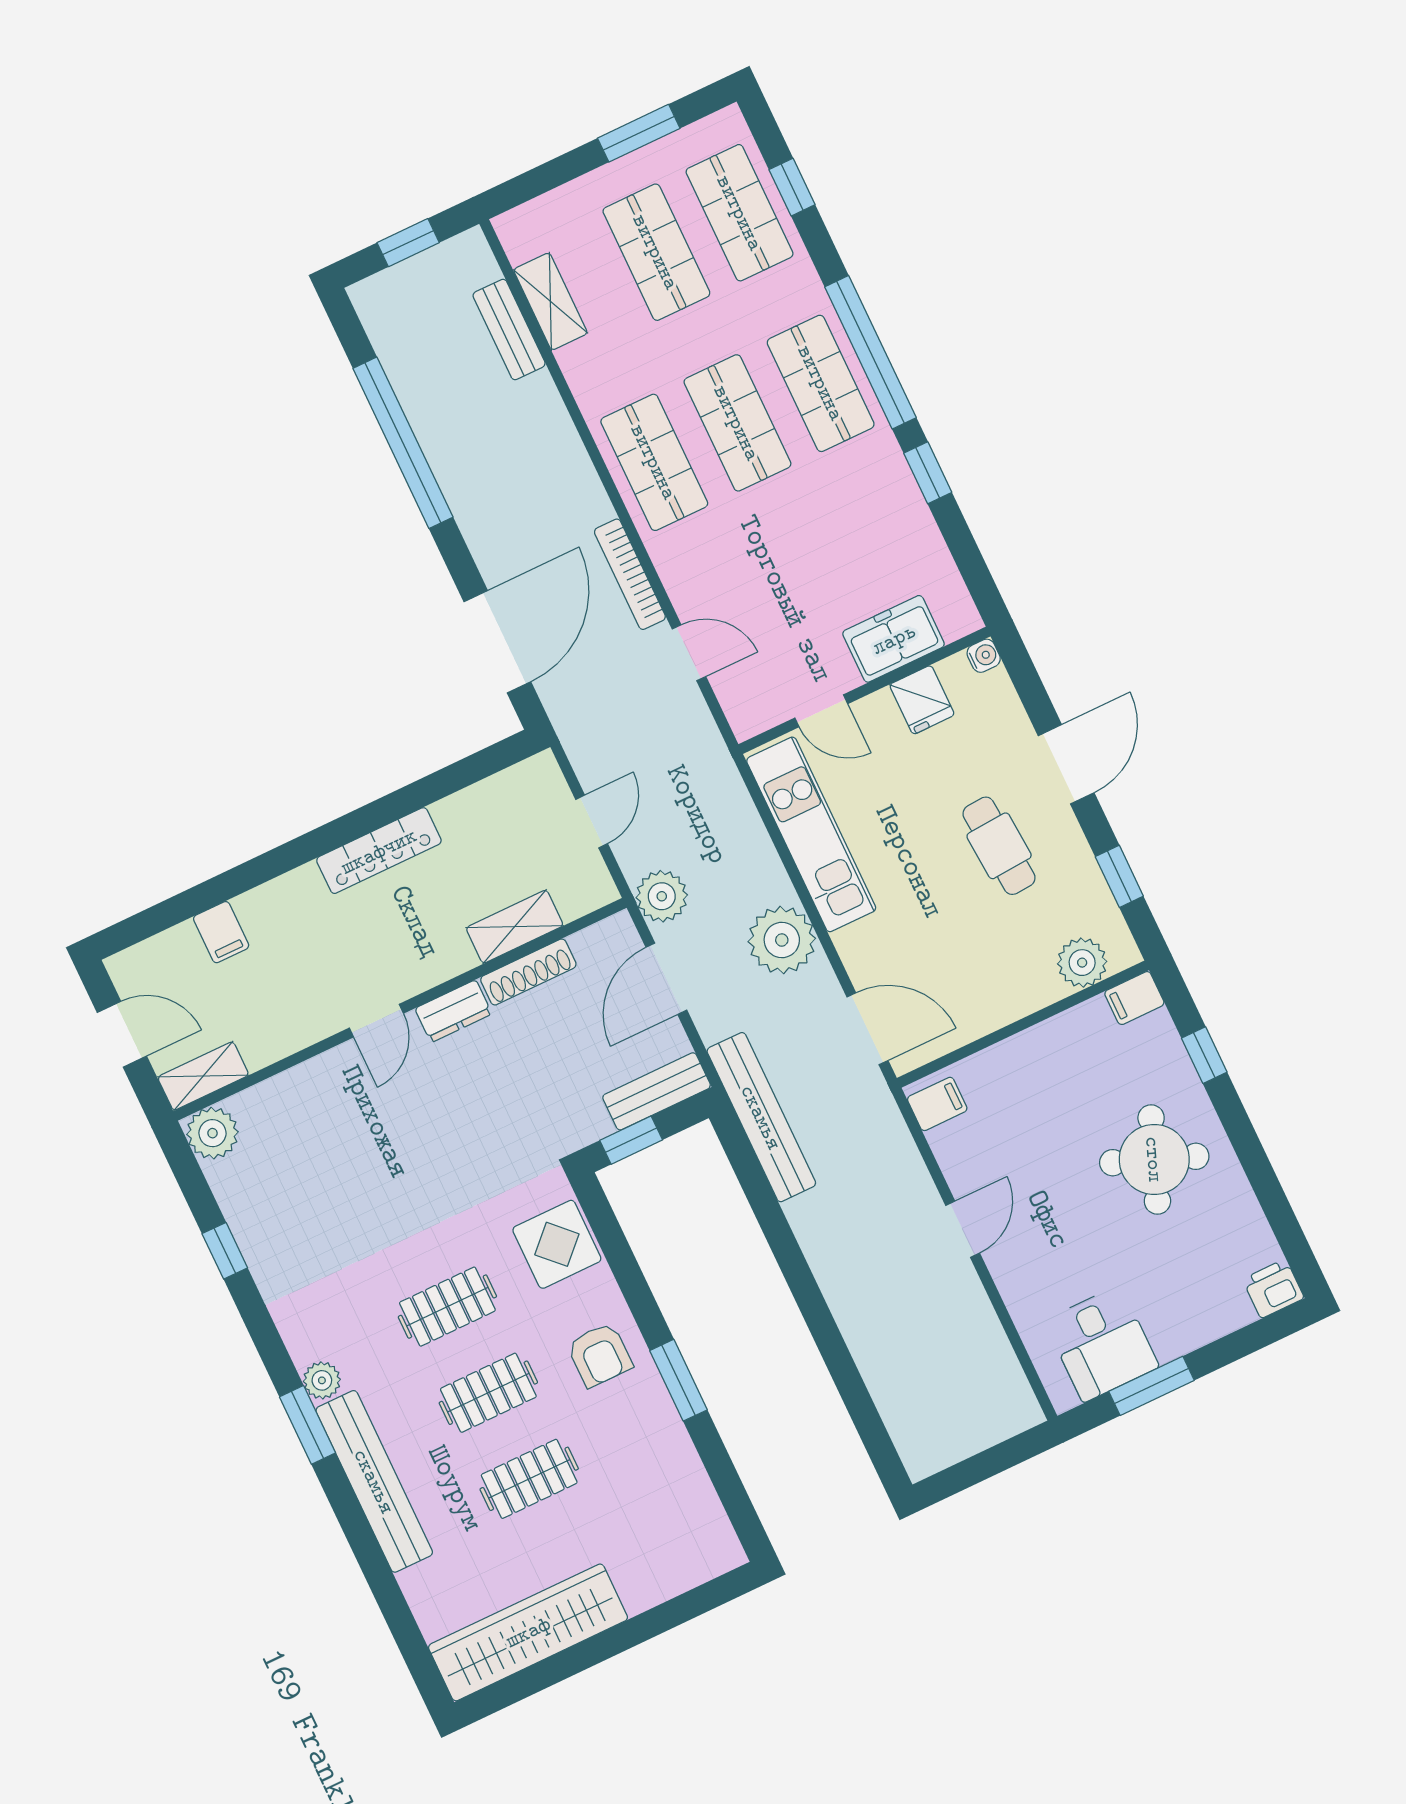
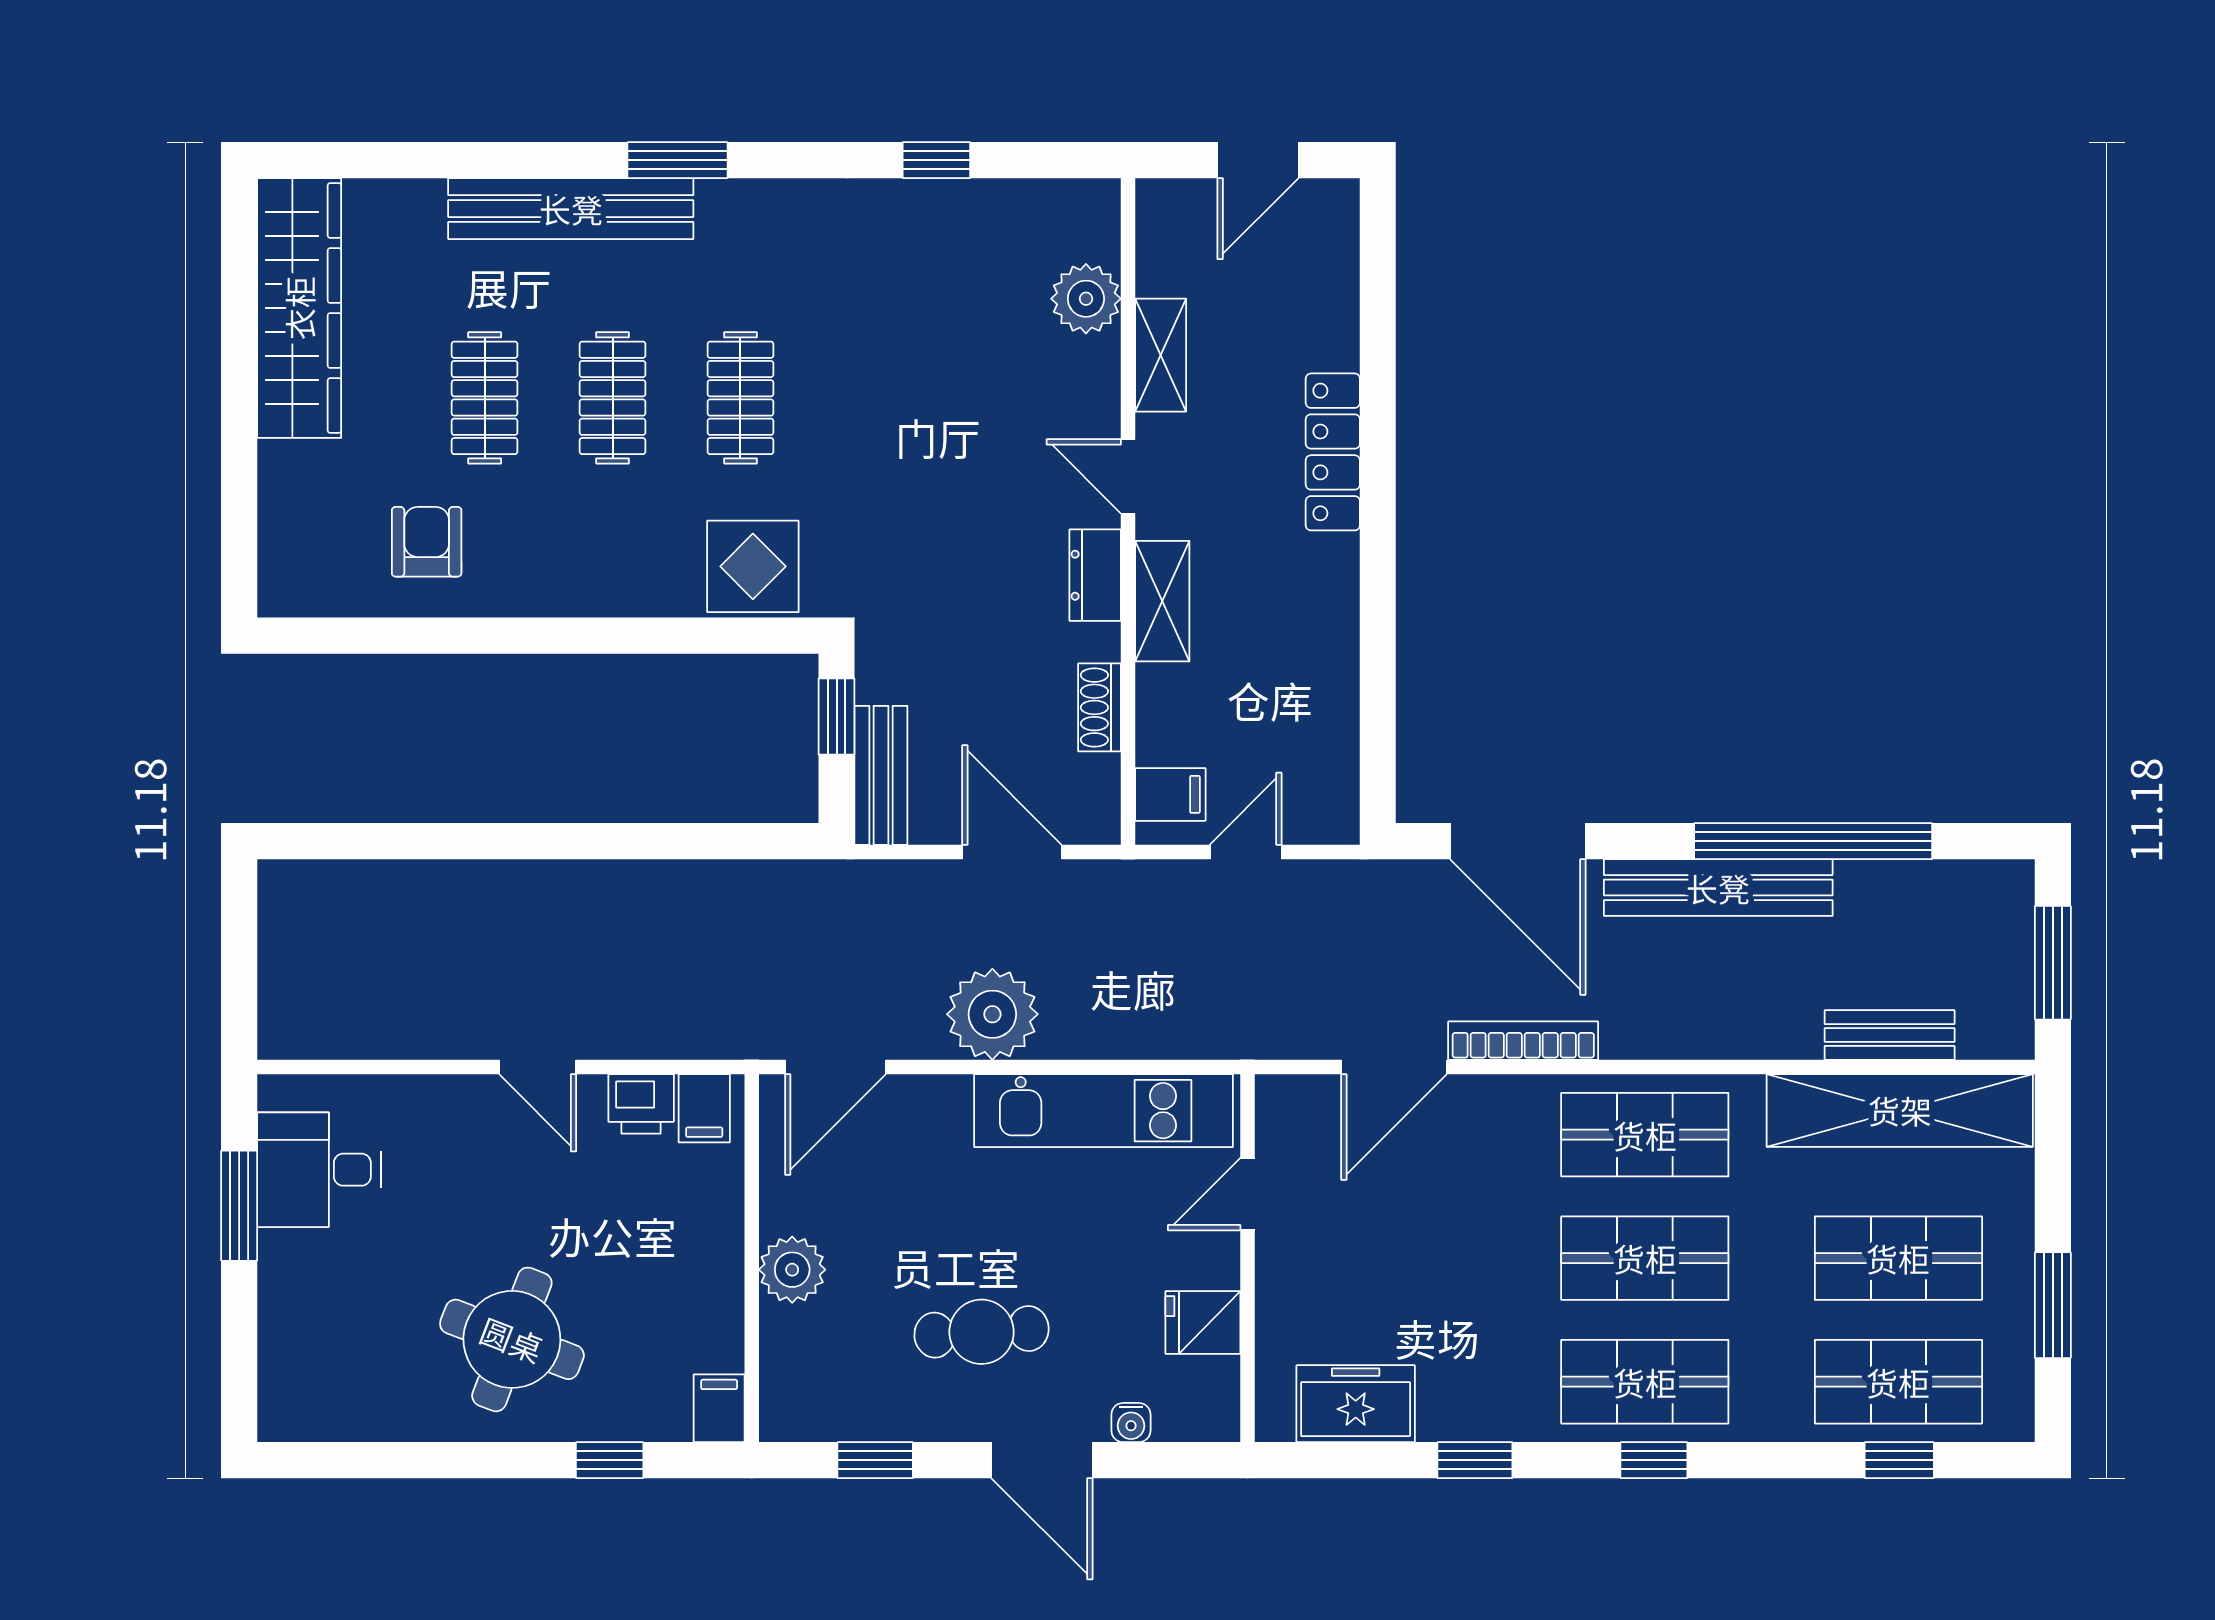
window: (408, 243) -> (2053, 963), width x1.50
shelving: (550, 301) -> (1900, 1110), width x2.20, depth x1.33
window: (870, 352) -> (1654, 1460), width x0.32
freezer: (894, 639) -> (1356, 1404), moved, turned -90
door: (689, 653) -> (1394, 1067), width x1.38
water cooler: (984, 656) -> (1131, 1423), moved
door: (592, 821) -> (1246, 852), swing flipped
locker: (379, 851) -> (1333, 452), moved
plant: (662, 896) -> (1115, 894), removed
shelving: (515, 927) -> (1162, 601), moved
filing cabinet: (221, 932) -> (1170, 794), moved, turned 180
plant: (1082, 963) -> (792, 1270), moved
shoe rack: (528, 972) -> (1100, 707), width x0.70
shelving: (203, 1076) -> (1161, 355), moved
bench: (761, 1117) -> (1718, 888), moved
plant: (212, 1133) -> (1086, 299), moved
printer: (1273, 1289) -> (641, 1104), moved, turned 90
armchair: (600, 1355) -> (427, 542), moved, turned 90
plant: (322, 1380) -> (723, 203), removed
window: (678, 1380) -> (518, 636), removed

